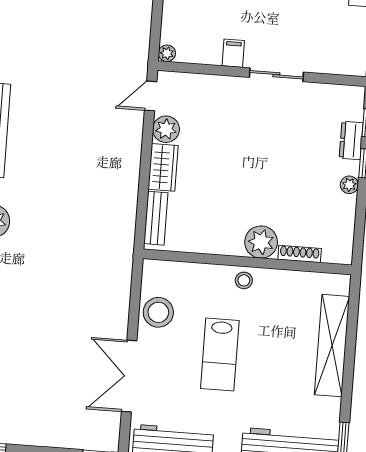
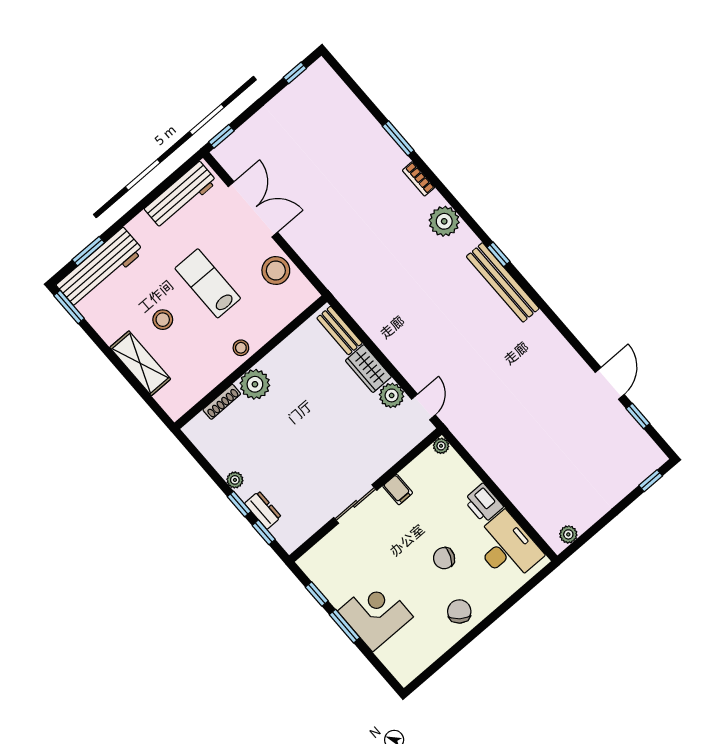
shelving: (332, 346) -> (140, 363), width x0.68
stool: (282, 361) -> (163, 320), added

